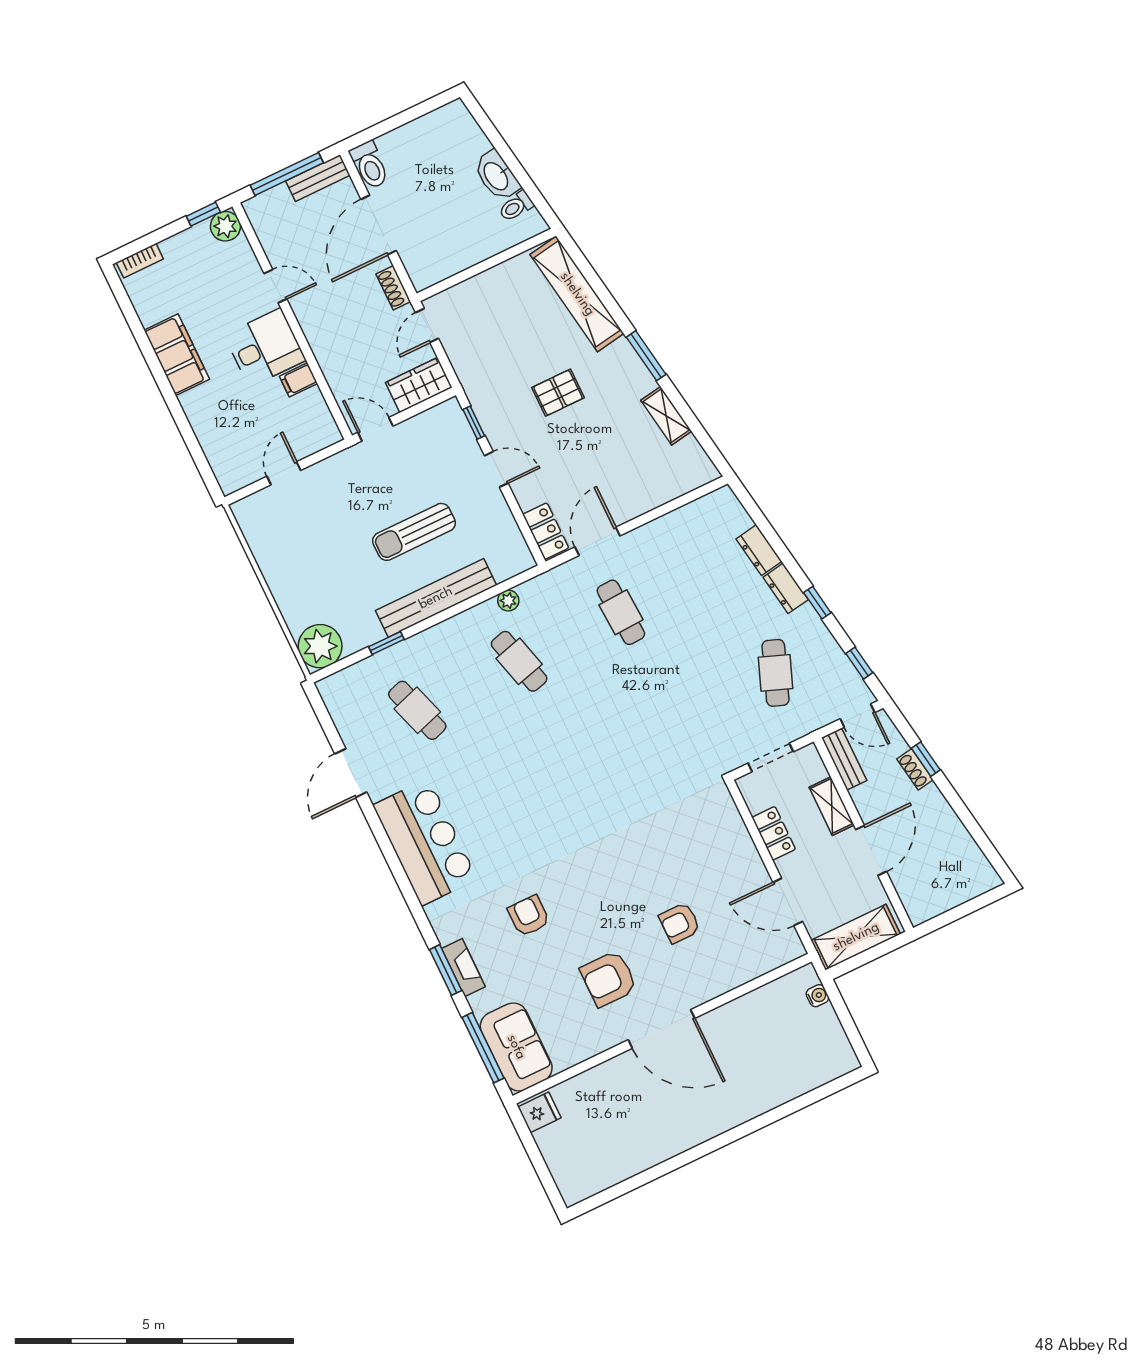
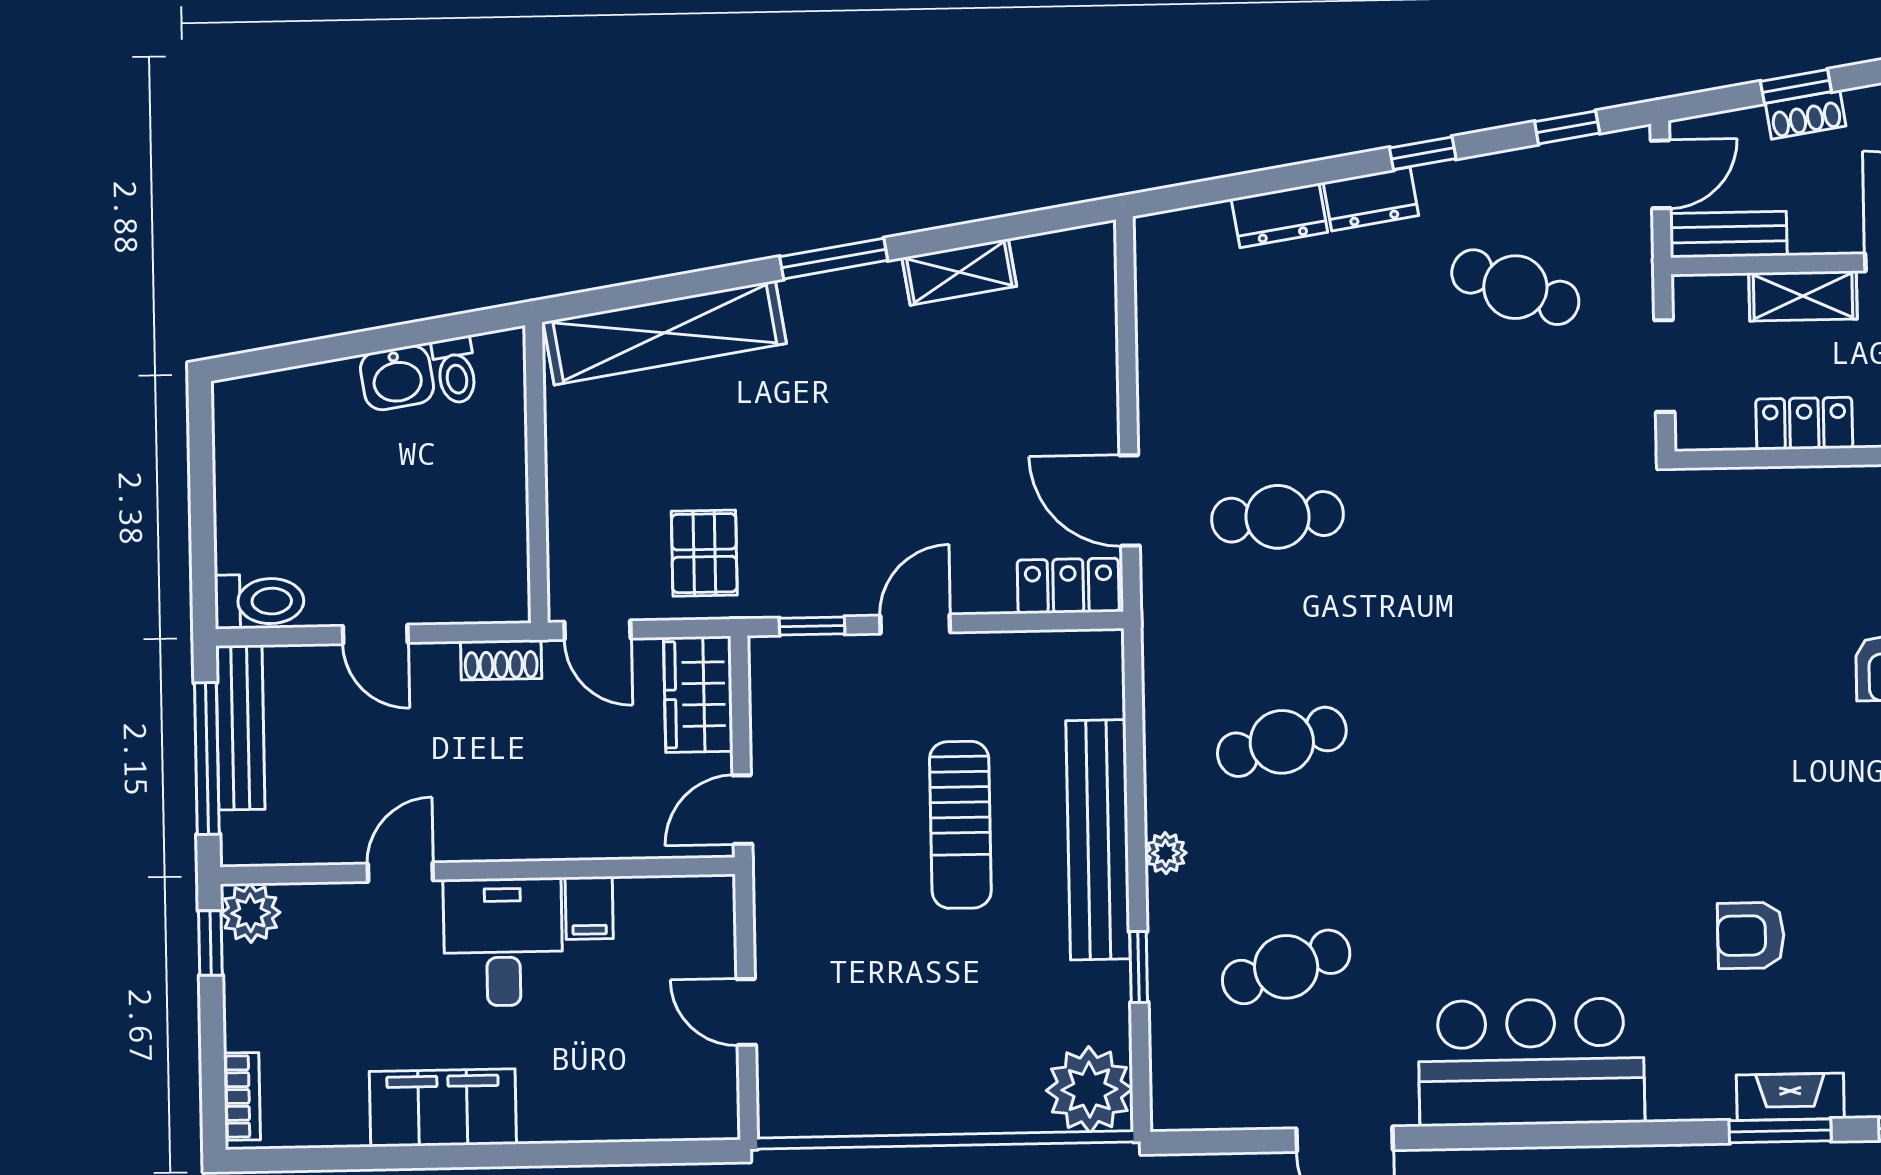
washbasin: (497, 176) -> (397, 378), width x0.72
bench: (318, 178) -> (240, 728), width x1.36
door: (379, 225) -> (375, 634), width x0.53
pallet: (558, 393) -> (704, 553), moved
plant: (508, 601) -> (1166, 853), moved

